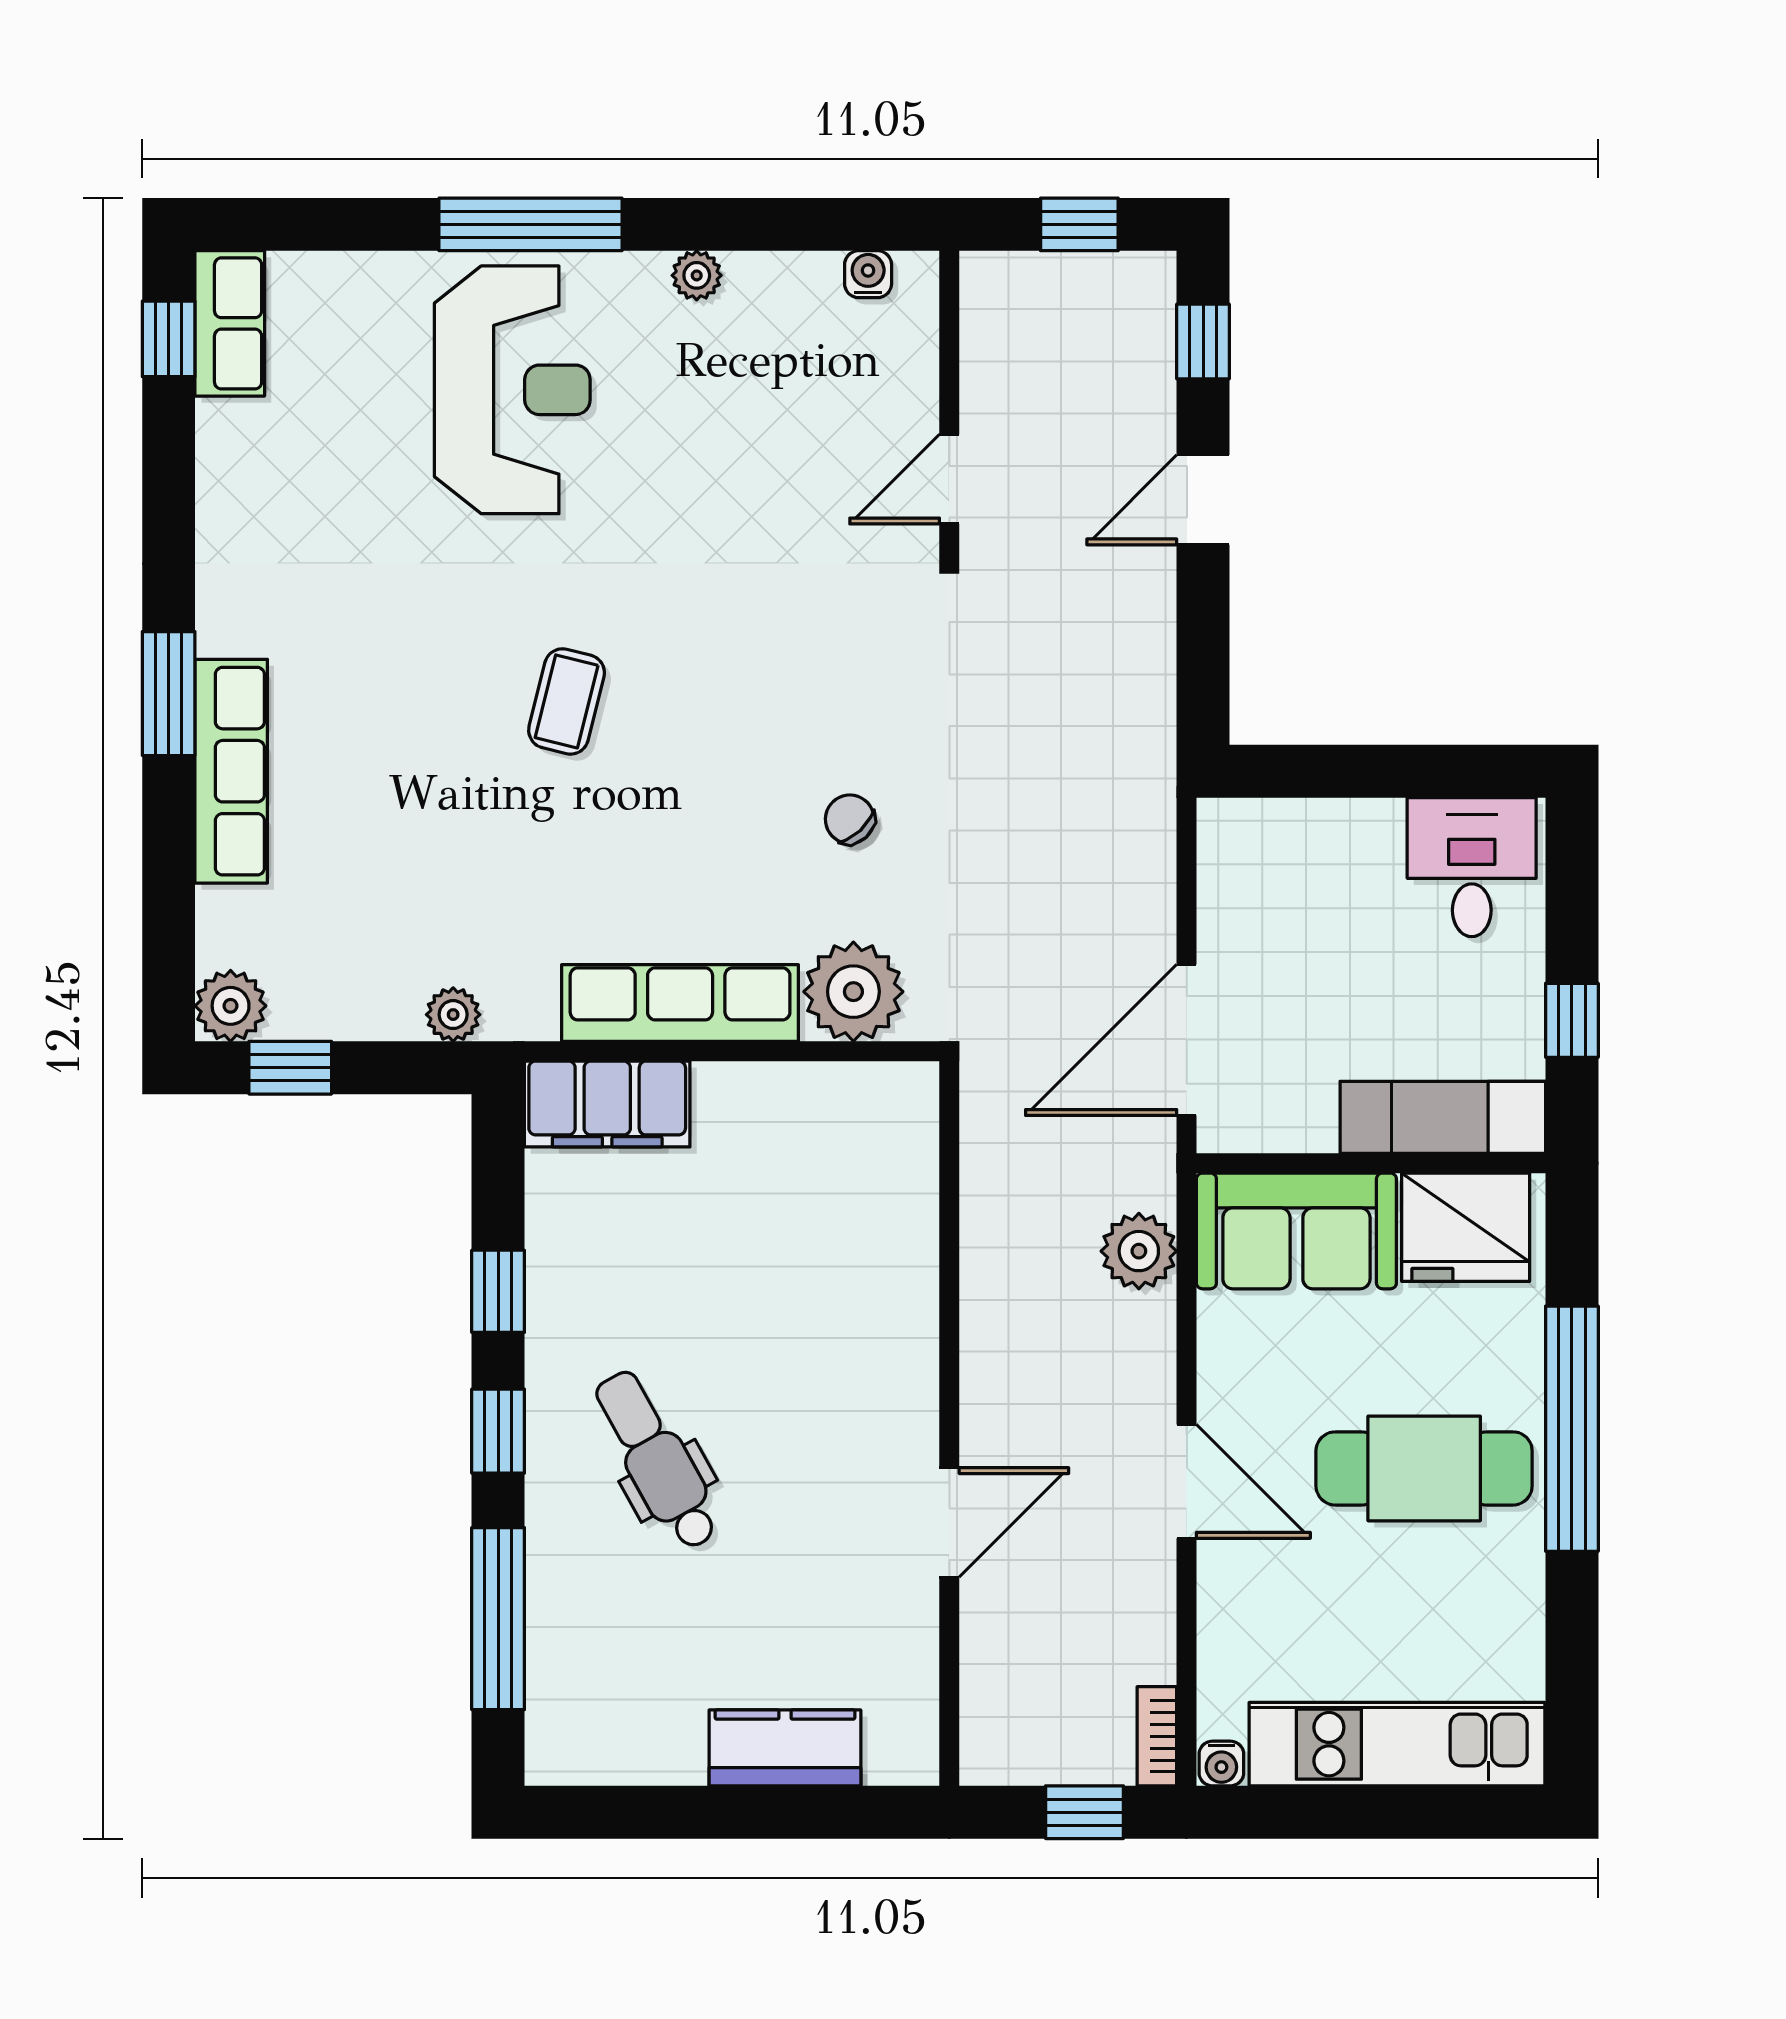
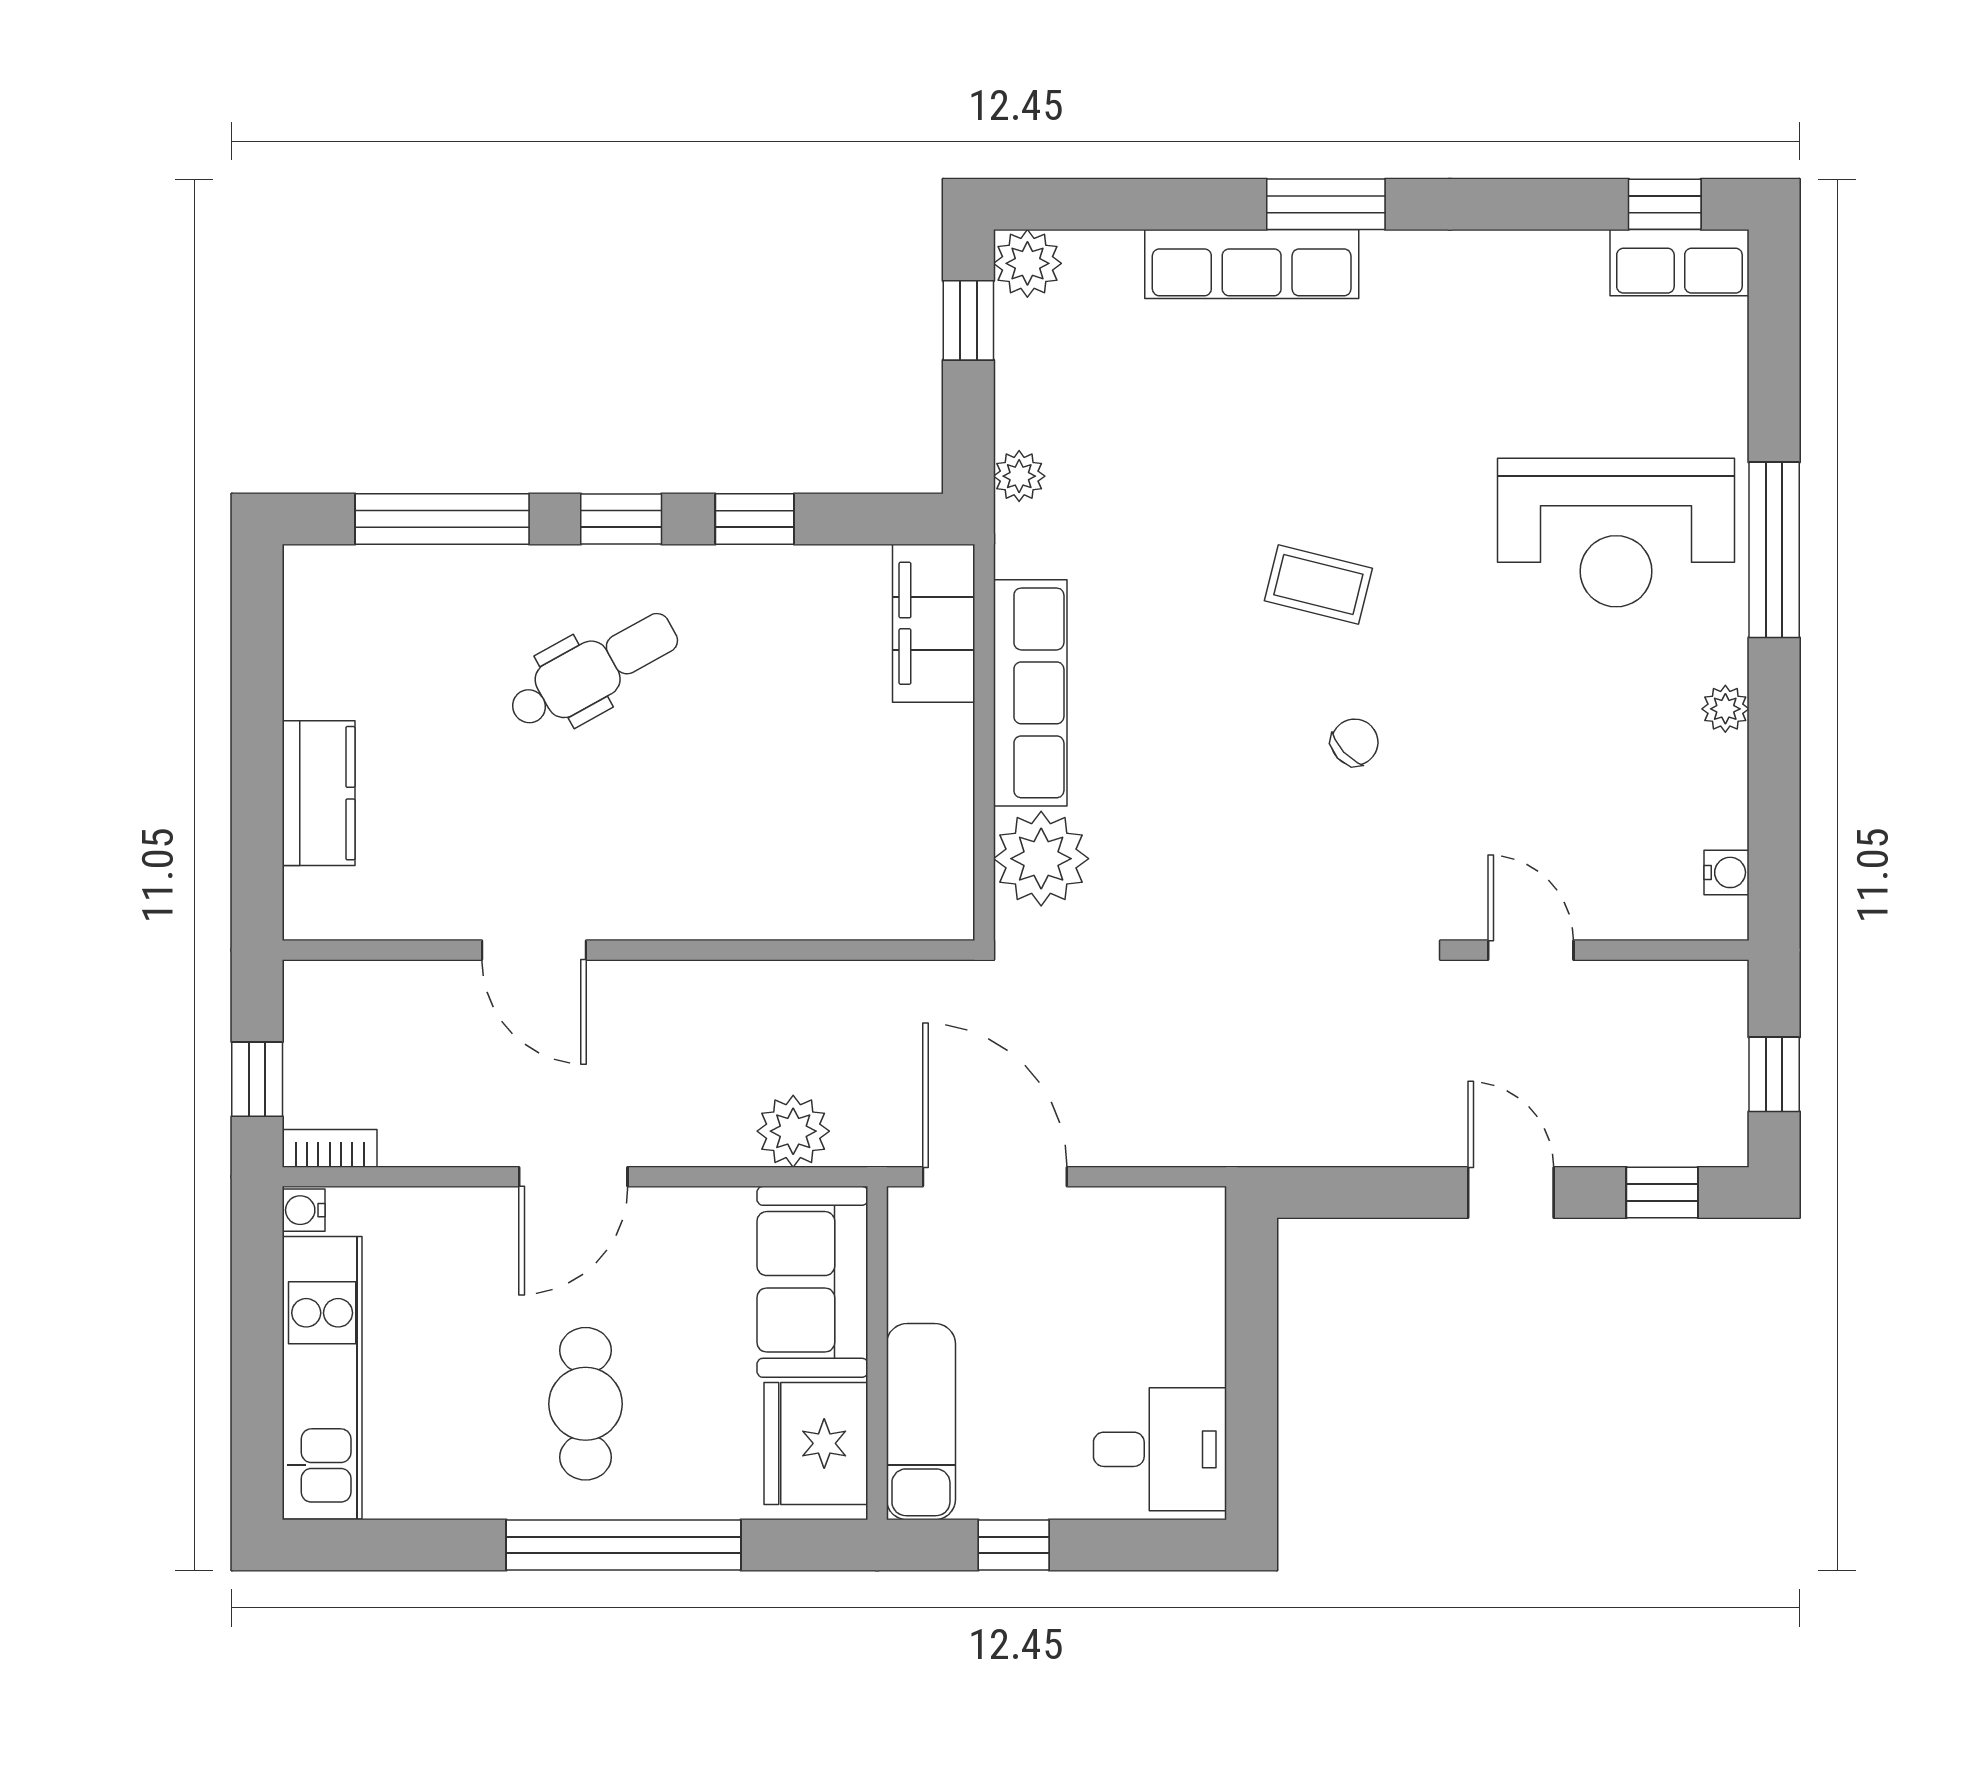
chair: (850, 819) -> (1355, 742), moved
cafe table: (1424, 1468) -> (586, 1404), width x0.73, depth x0.74

